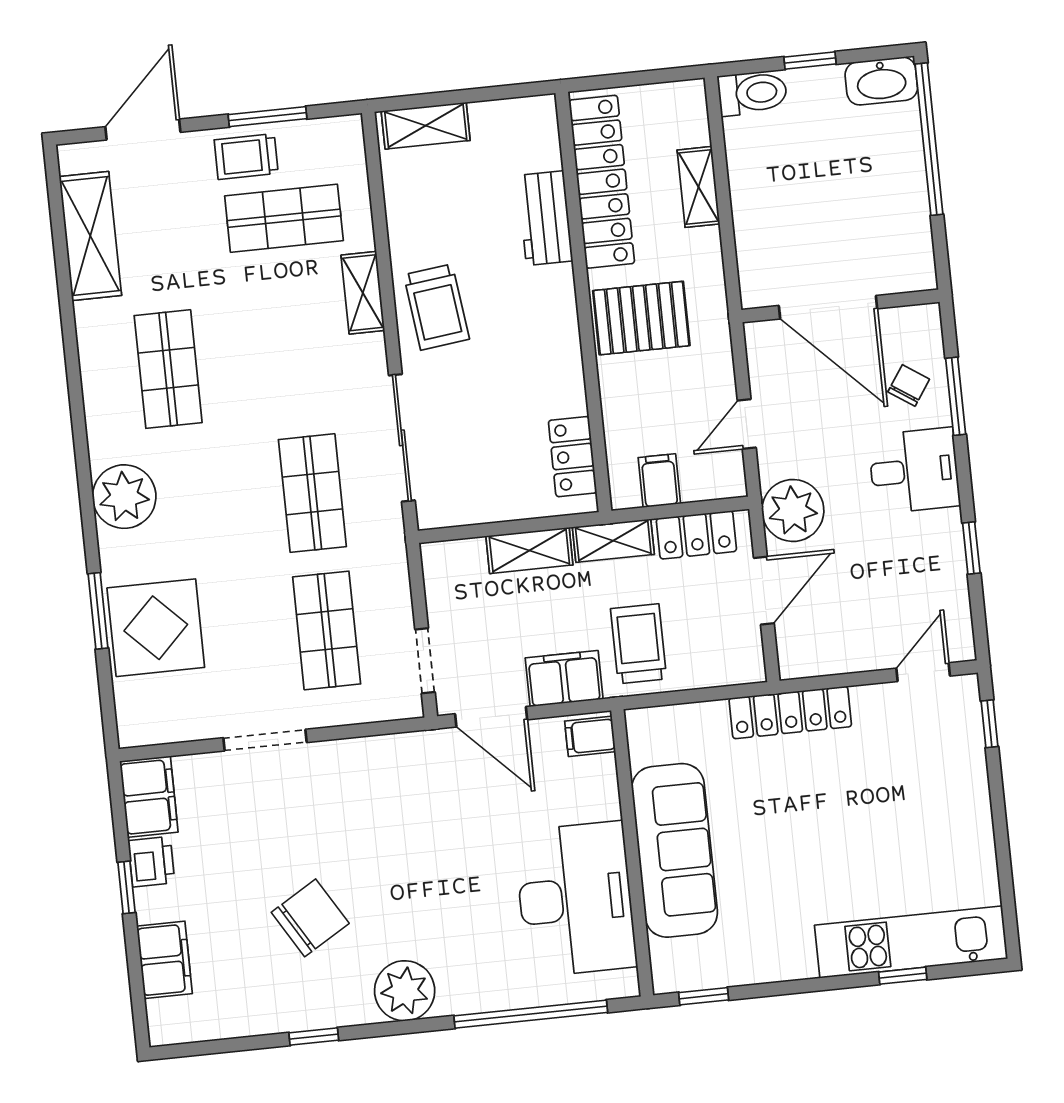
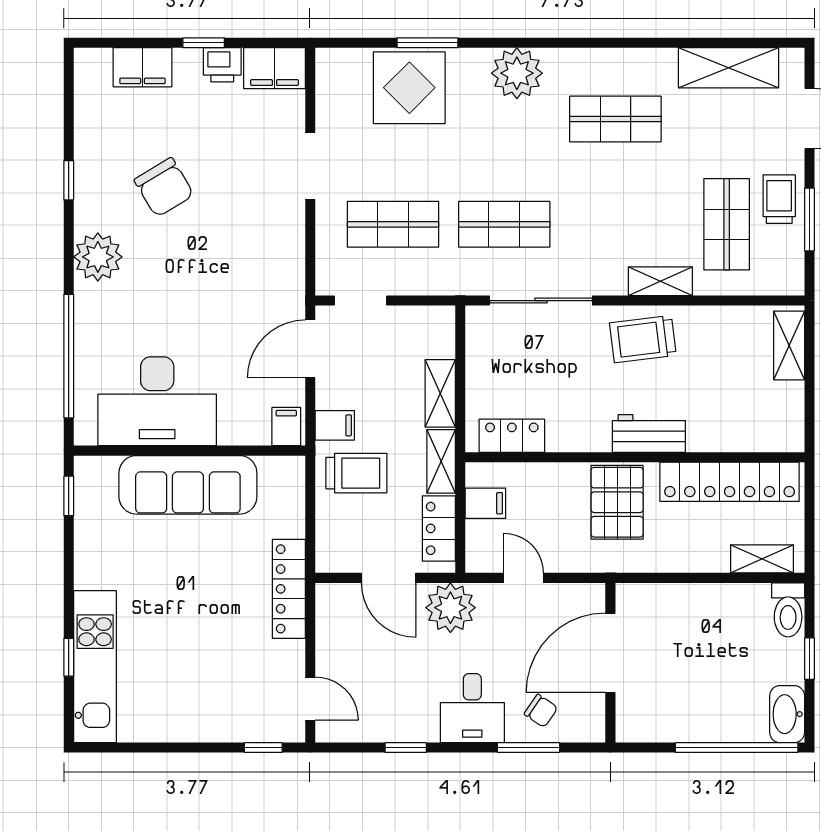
shelving: (698, 187) -> (762, 559), moved
workbench: (545, 218) -> (649, 433), moved
filing cabinet: (564, 679) -> (335, 425), width x0.50

